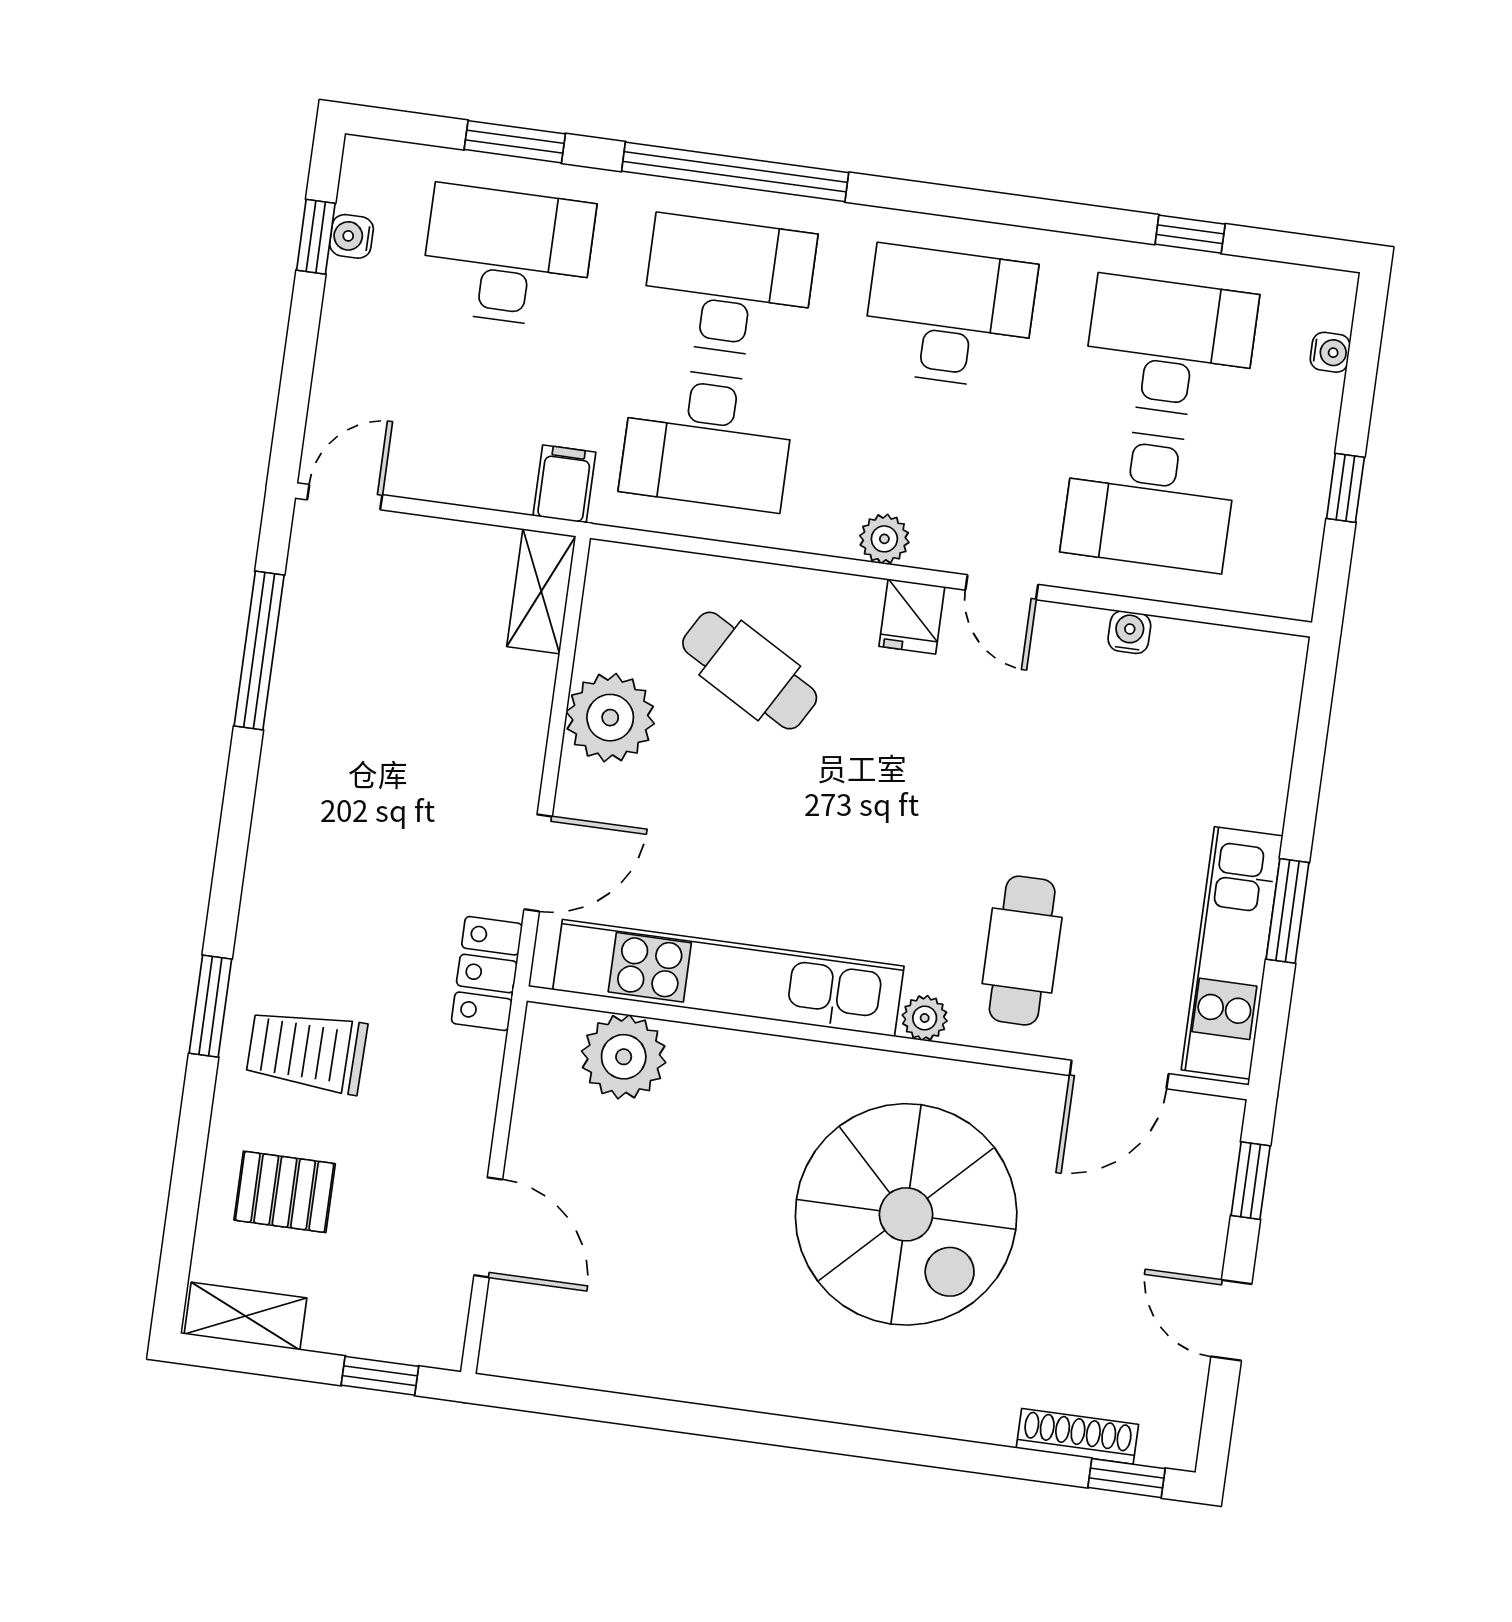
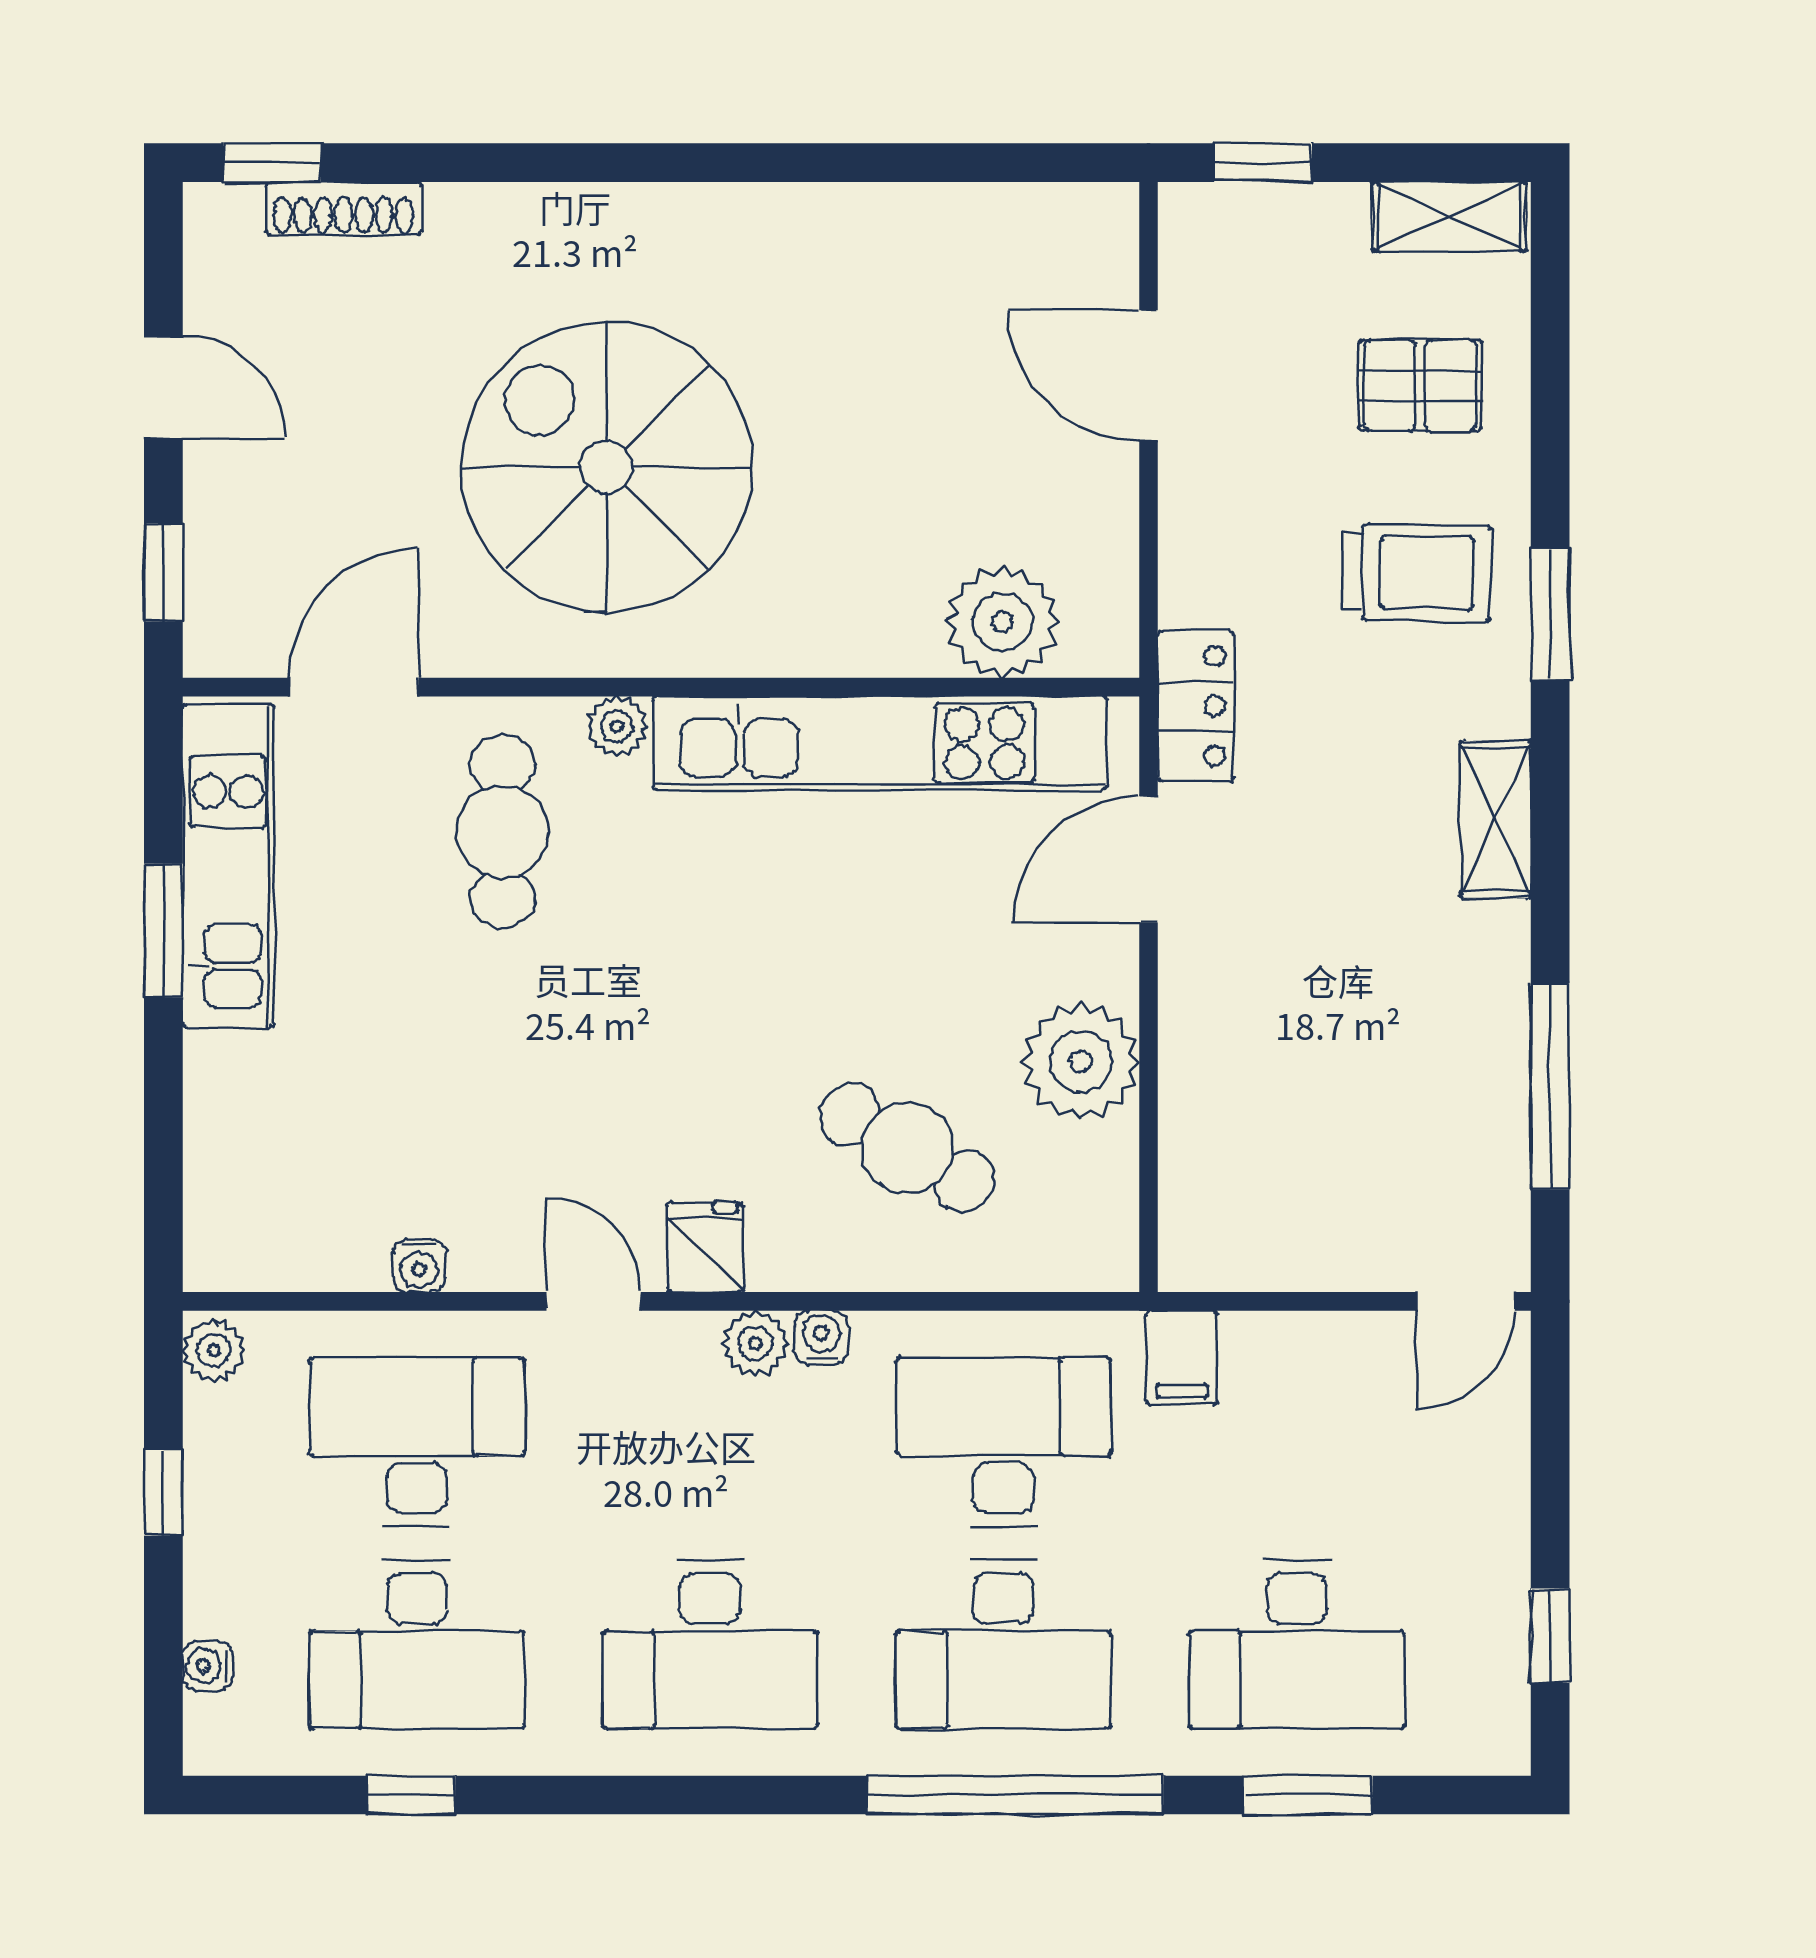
water cooler: (351, 236) -> (821, 1338), moved, turned -90
plant: (1293, 589) -> (214, 1350), added
shelving: (541, 591) -> (1496, 819), moved

